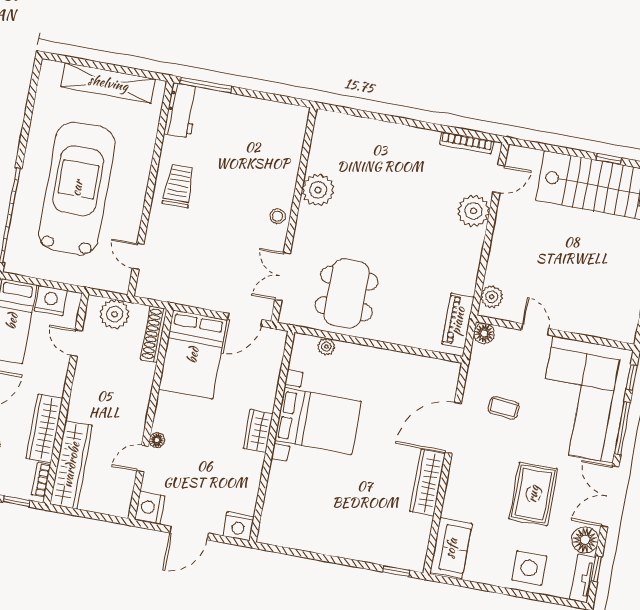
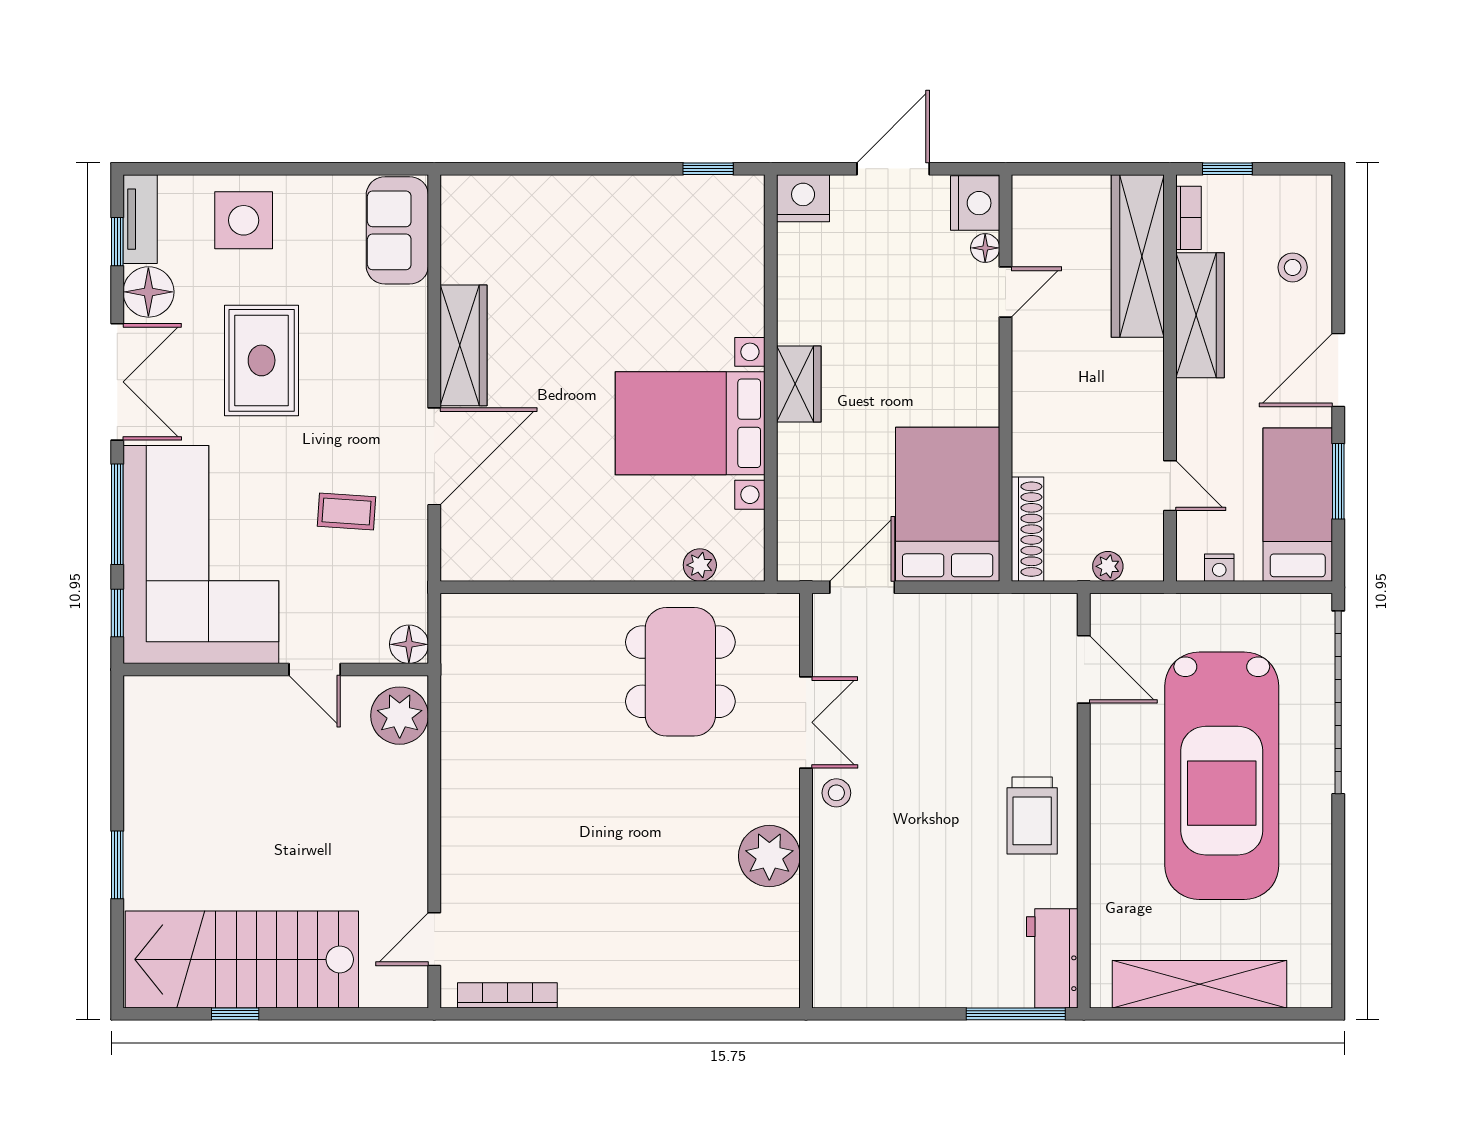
plant: (474, 211) -> (471, 870), removed
door: (138, 256) -> (1084, 669), width x1.38
double door: (283, 277) -> (806, 722), moved
plant: (492, 297) -> (400, 716), width x1.36, depth x1.36
nightstand: (51, 301) -> (1219, 568), width x0.53, depth x0.56
plant: (115, 314) -> (1108, 566), width x0.53, depth x0.53
piano: (458, 321) -> (462, 659), removed
floor lamp: (157, 440) -> (985, 248), moved
window: (396, 571) -> (708, 169), moved

